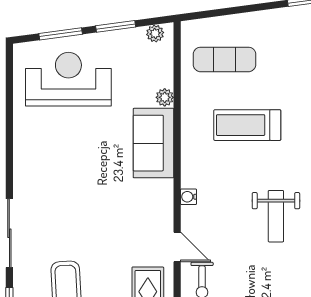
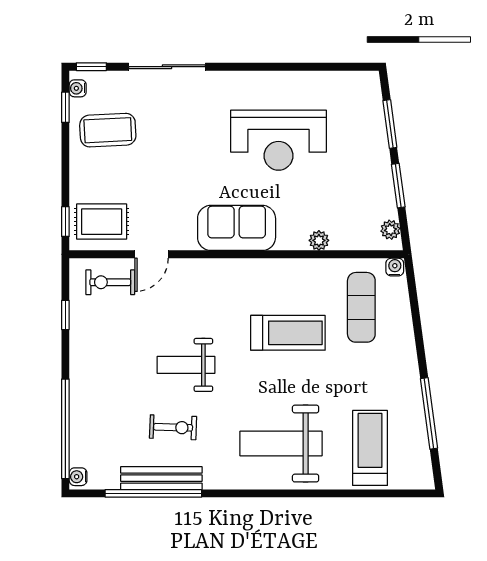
reception desk: (68, 79) -> (279, 140), moved, turned 90
treadmill: (247, 125) -> (288, 333), turned 90
sofa: (153, 143) -> (237, 228), moved
water cooler: (188, 197) -> (395, 267), moved

